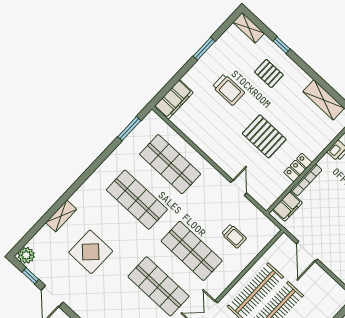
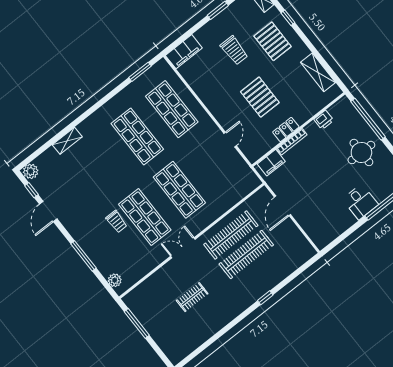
pallet: (269, 73) -> (273, 41), width x1.50, depth x1.42
trolley: (234, 236) -> (117, 222), moved
display table: (91, 252) -> (89, 177), removed

